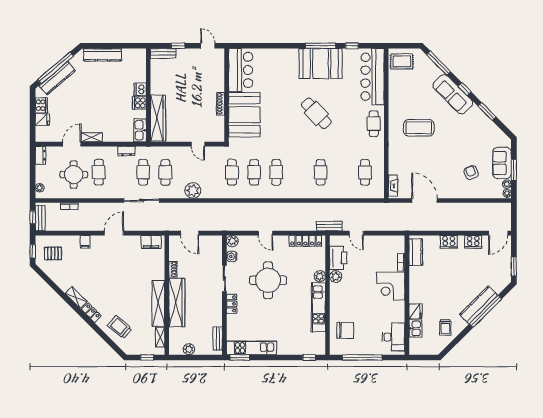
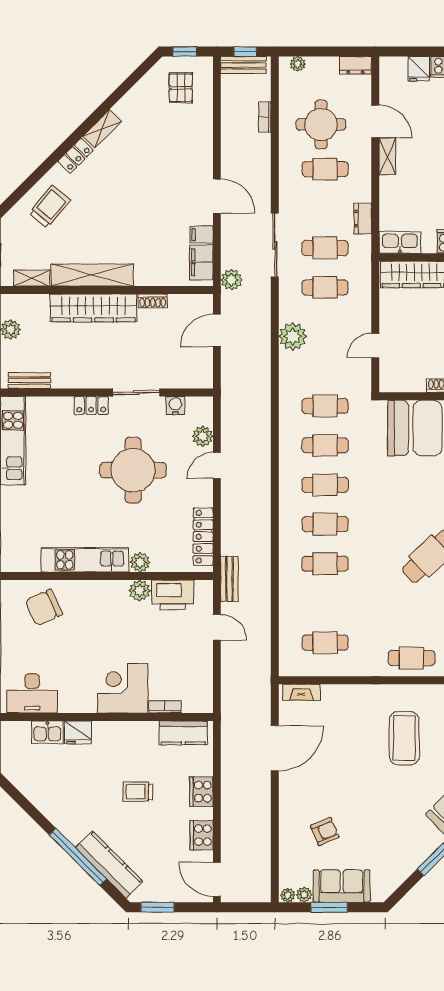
cafe table: (298, 172) -> (325, 524), added
plant: (161, 225) -> (231, 280), added
door: (356, 233) -> (217, 627), swing flipped
plant: (232, 241) -> (203, 436), moved
filing cabinet: (85, 242) -> (202, 235), moved
kitchen counter: (479, 305) -> (109, 865), moved
trolley: (445, 327) -> (138, 792), moved
chair: (345, 330) -> (44, 607), turned 66

